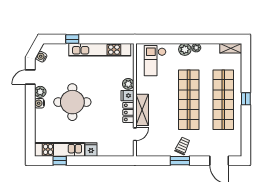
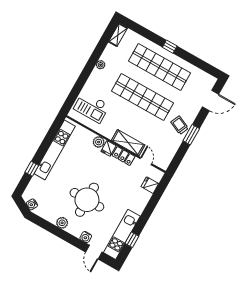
plant: (185, 49) -> (96, 76), removed
door: (30, 77) -> (94, 252), moved
water cooler: (39, 103) -> (86, 237), moved
fridge: (91, 149) -> (150, 185), moved

